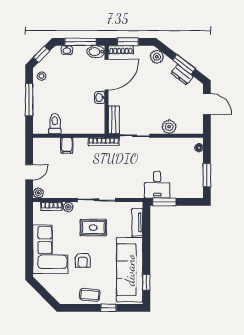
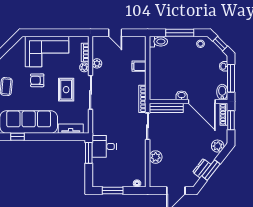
bench: (114, 120) -> (166, 108), width x1.36
toilet: (55, 124) -> (158, 42), moved
plant: (38, 193) -> (97, 63), moved

